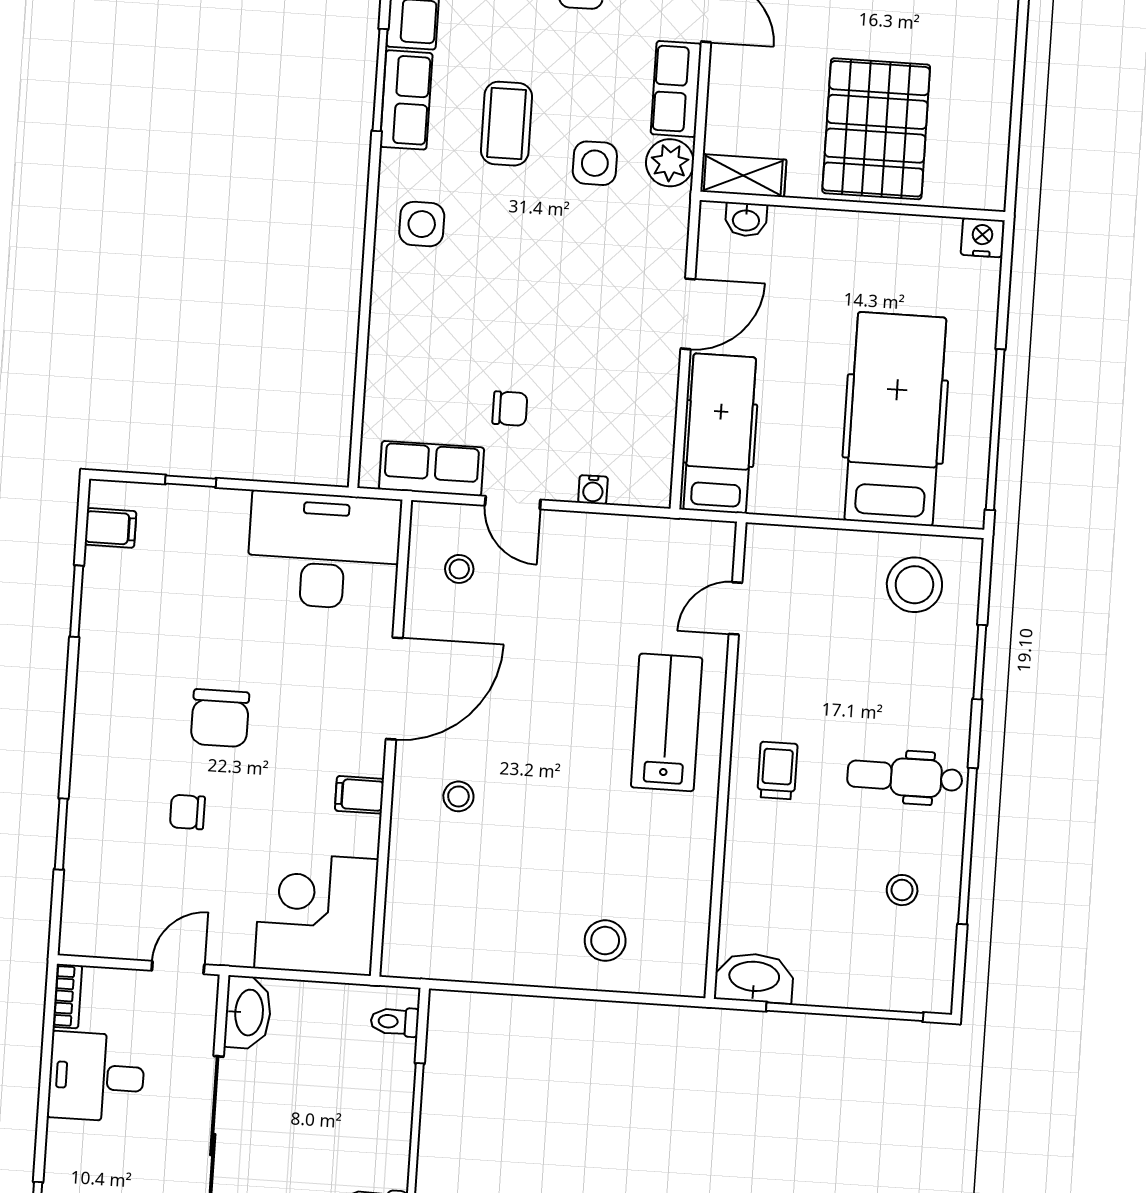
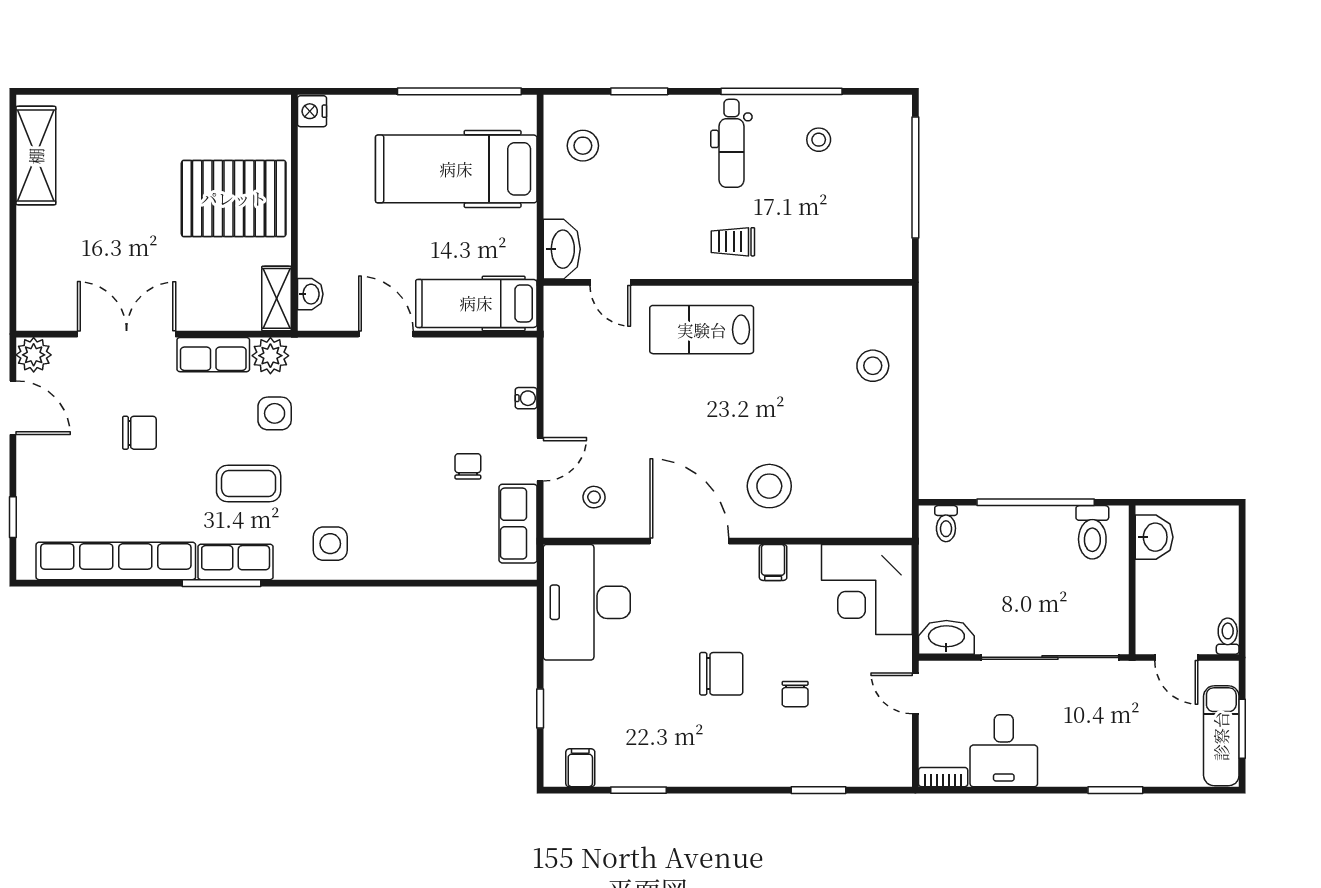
stool: (914, 585) -> (583, 146), width x0.73, depth x0.73
stool: (458, 796) -> (769, 486), width x1.89, depth x1.89
washbasin: (754, 978) -> (562, 249), moved, turned 180

